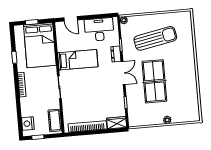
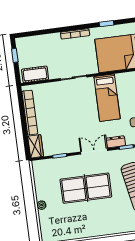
double door: (123, 73) -> (94, 151), swing flipped
nightstand: (28, 124) -> (30, 43), removed

